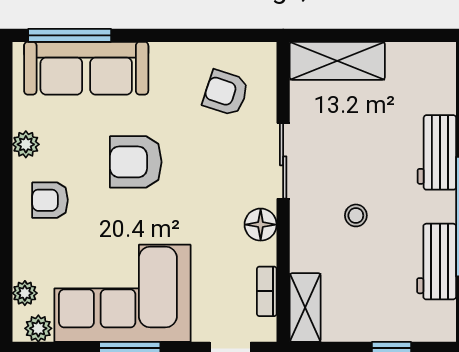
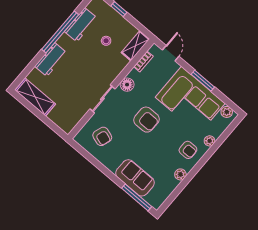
shelving: (337, 61) -> (35, 97), moved
sofa: (86, 68) -> (135, 178), width x0.73
armchair: (136, 162) -> (146, 120), moved
stool: (356, 215) -> (106, 41), moved
plant: (25, 293) -> (210, 141), moved

